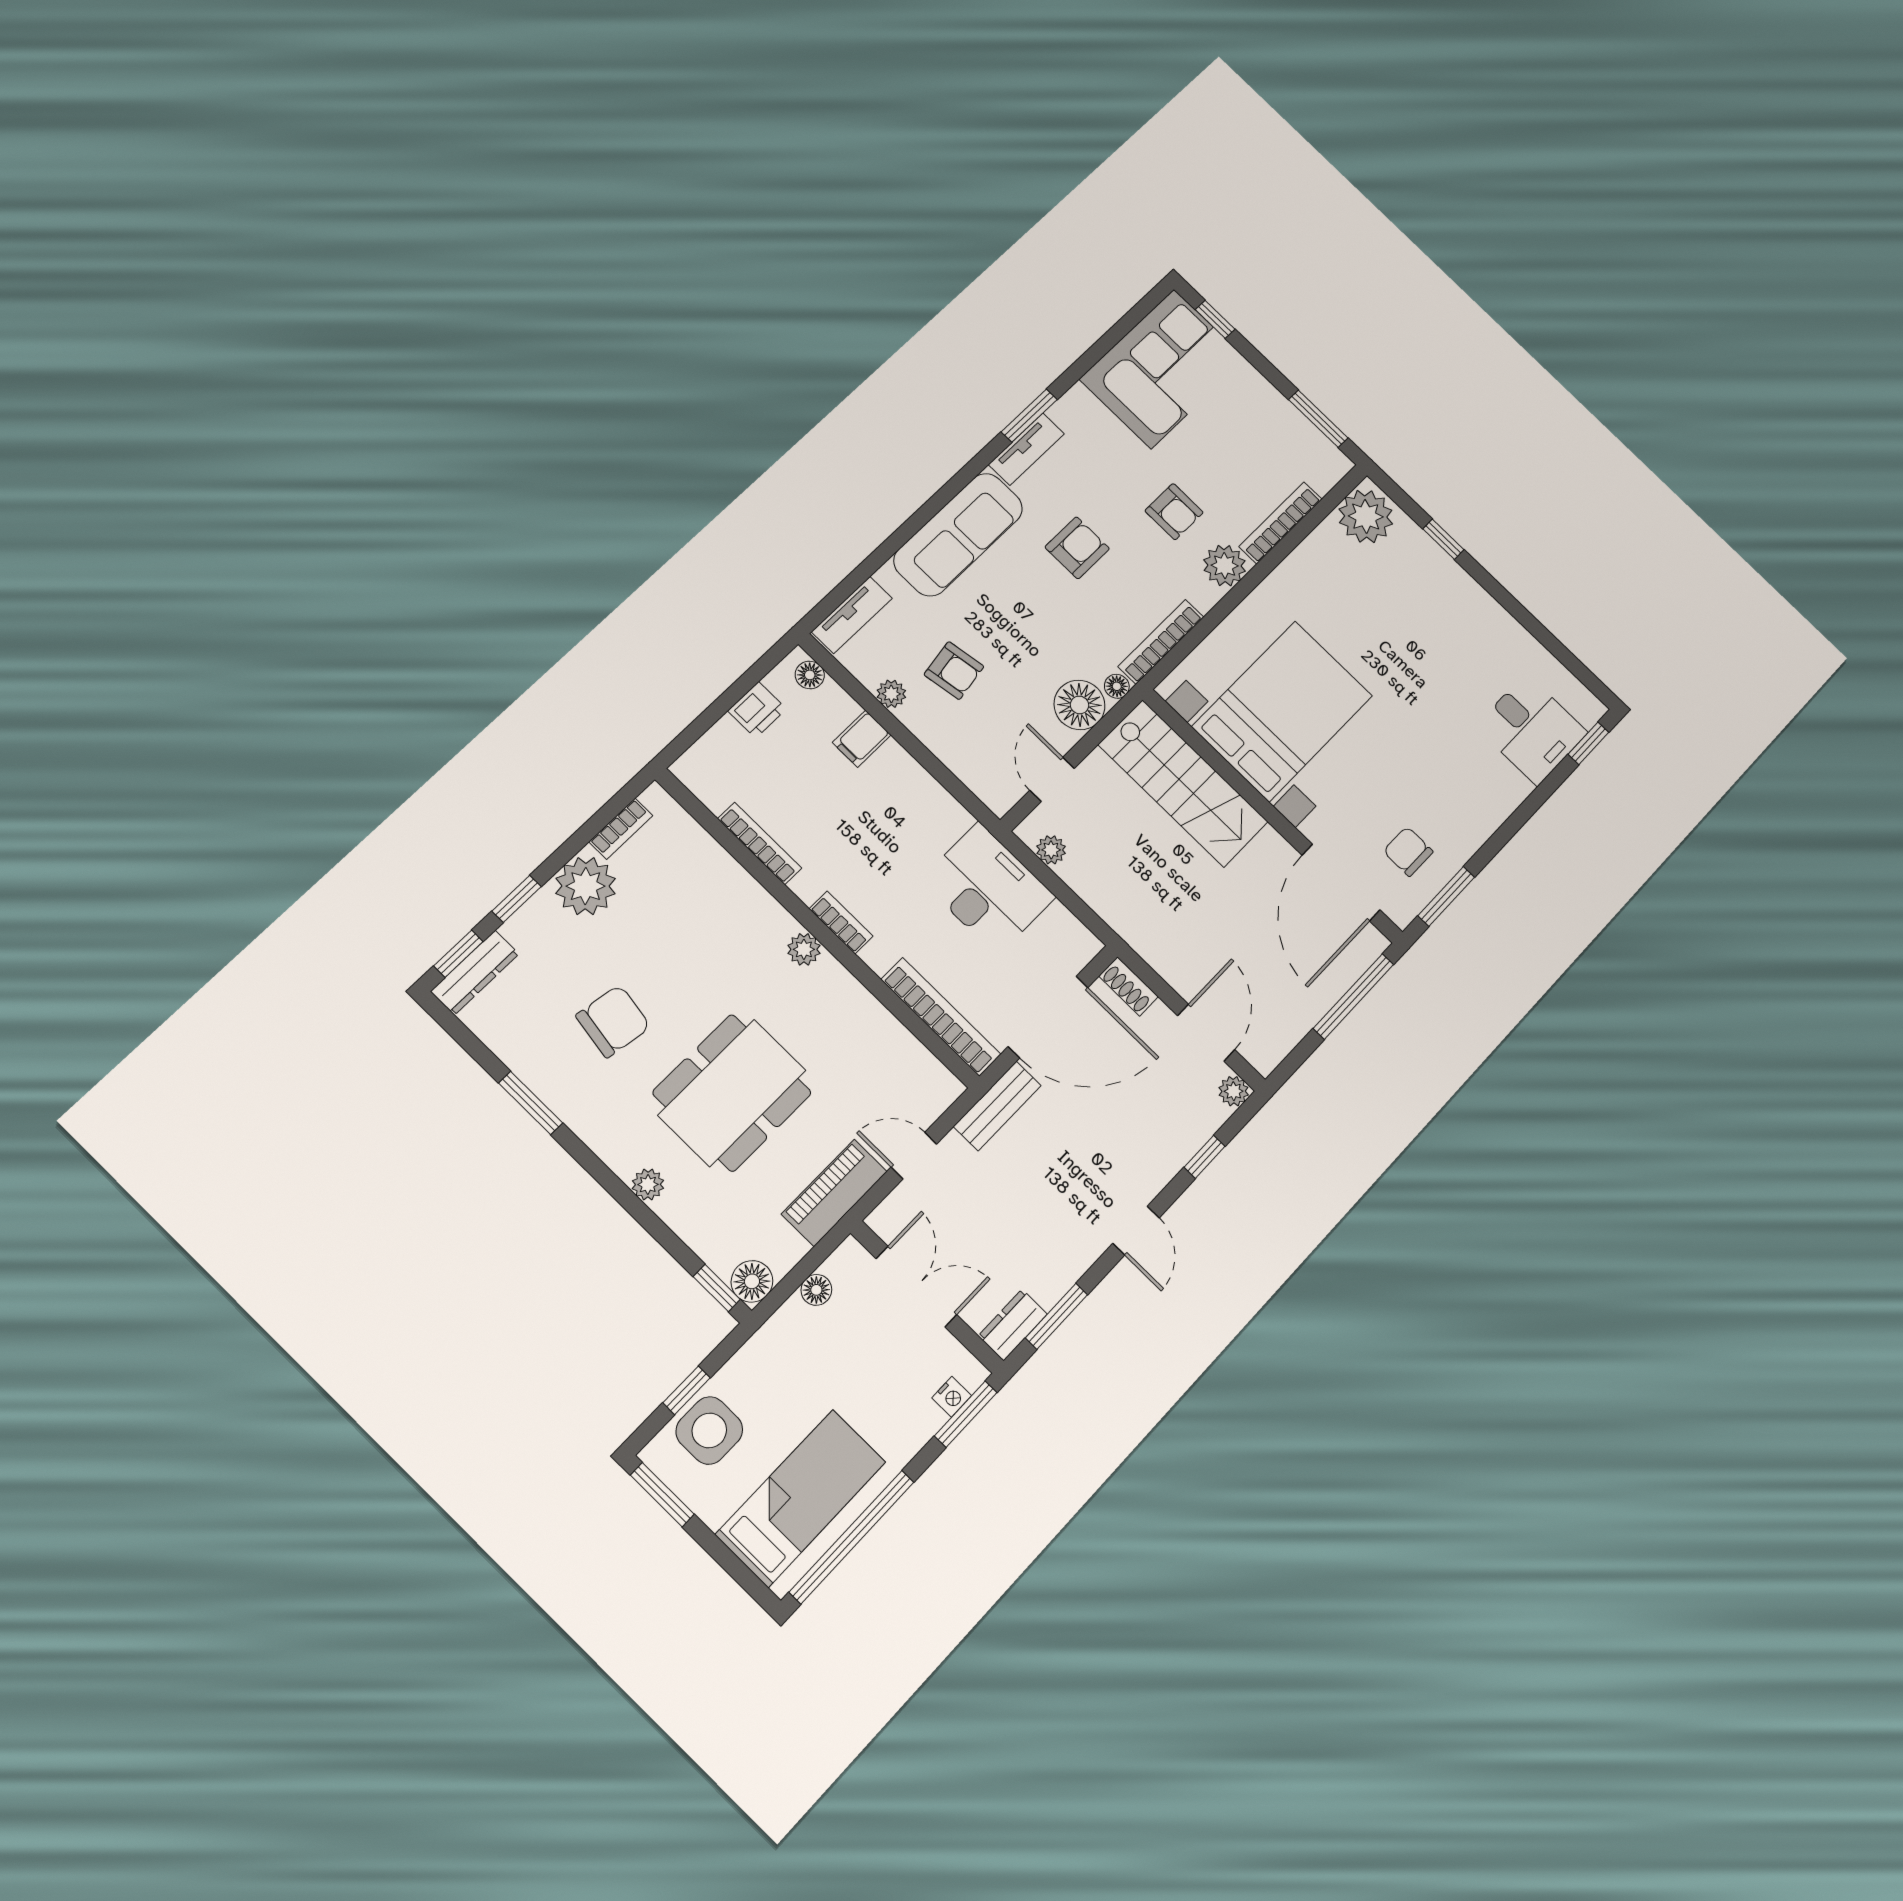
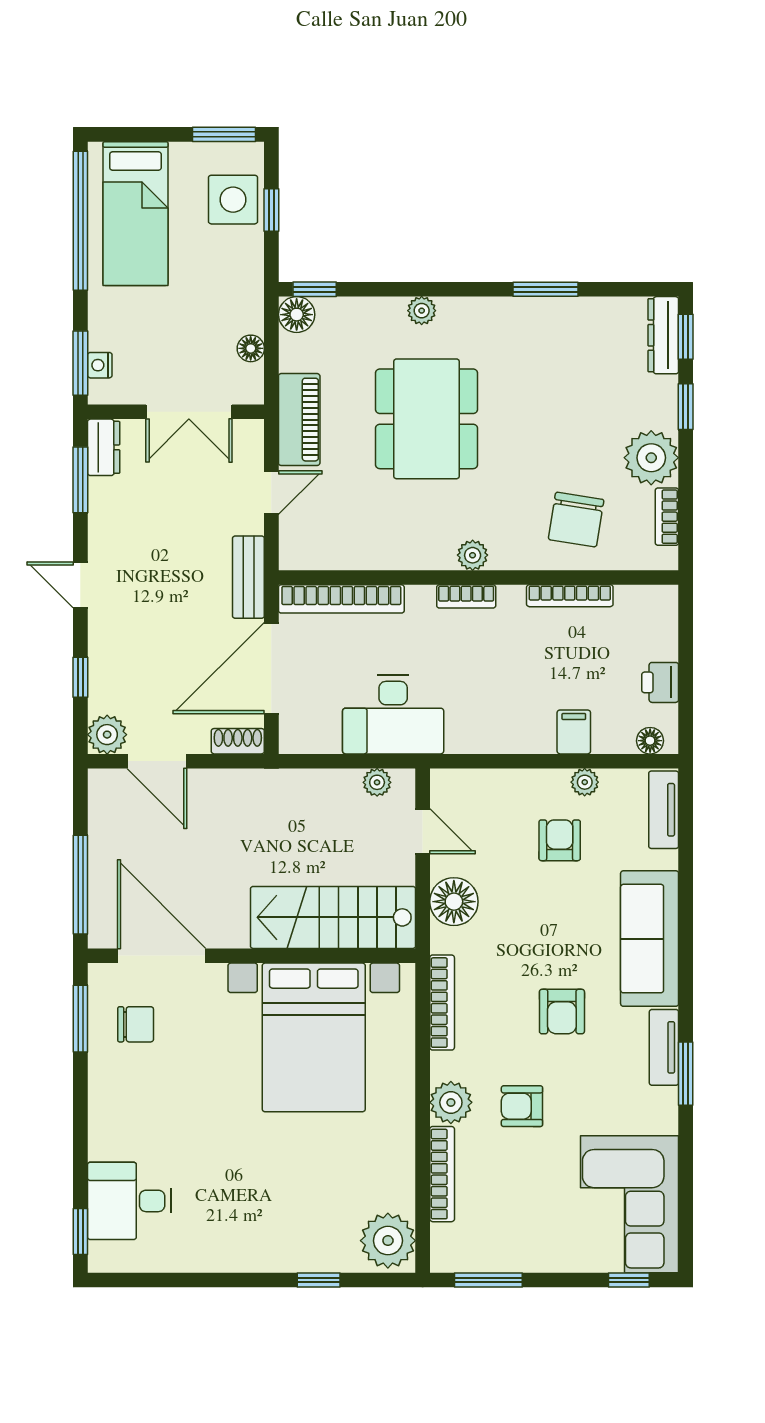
armchair: (954, 671) -> (560, 840), turned 99
floor lamp: (1117, 686) -> (442, 940), removed
chair: (613, 1021) -> (576, 520), moved
plant: (1234, 1091) -> (107, 735), width x1.38, depth x1.38

